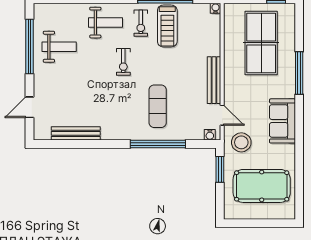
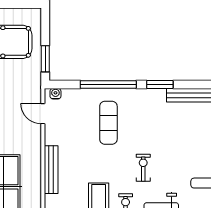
bench: (214, 80) -> (51, 170), moved
stool: (241, 142) -> (24, 86), removed
window: (107, 144) -> (160, 84), added

